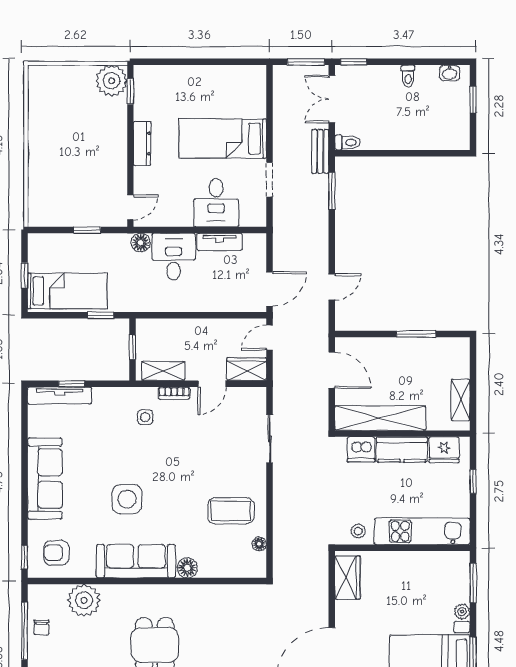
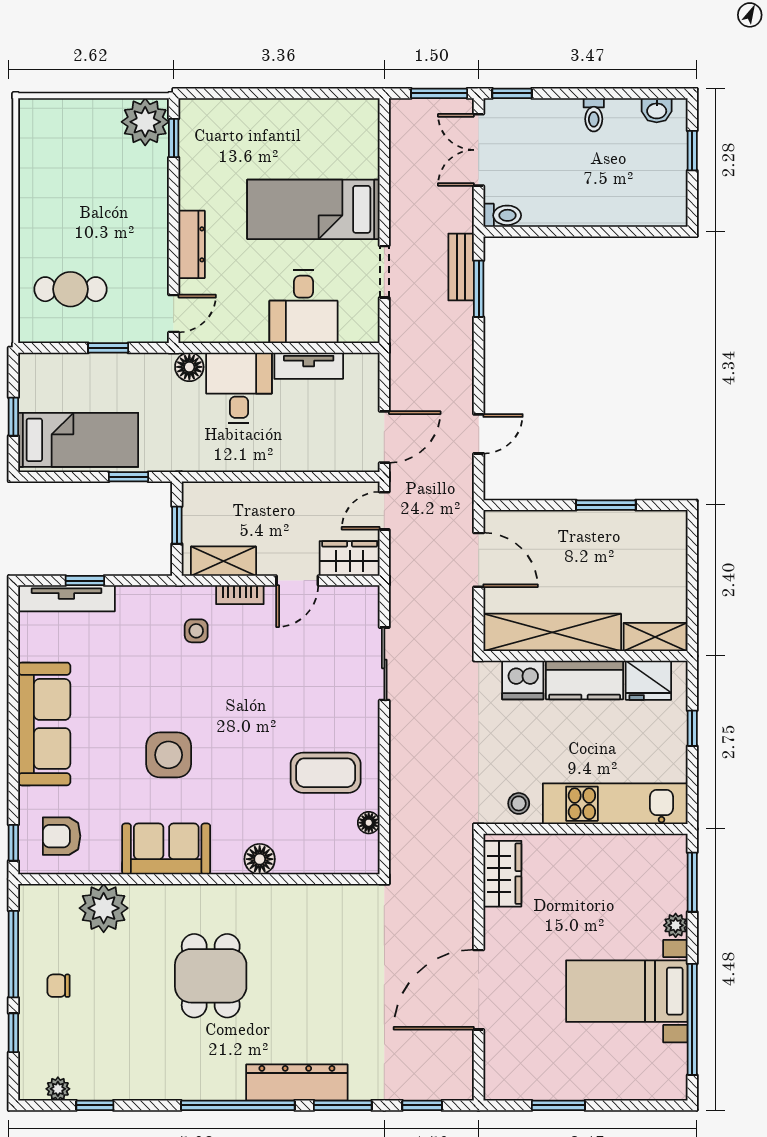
dresser: (142, 143) -> (192, 244), moved
bench: (320, 151) -> (461, 267), moved
cafe table: (62, 191) -> (70, 289), added
shelving: (461, 400) -> (655, 637), moved, turned 90
sofa: (136, 561) -> (166, 849), width x0.73
chair: (41, 627) -> (58, 986), moved, turned 90

